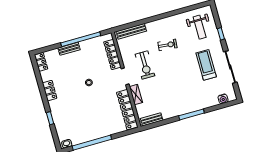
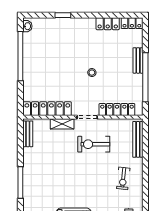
exercise bike: (167, 45) -> (123, 178), moved
locker: (50, 91) -> (108, 24), moved

